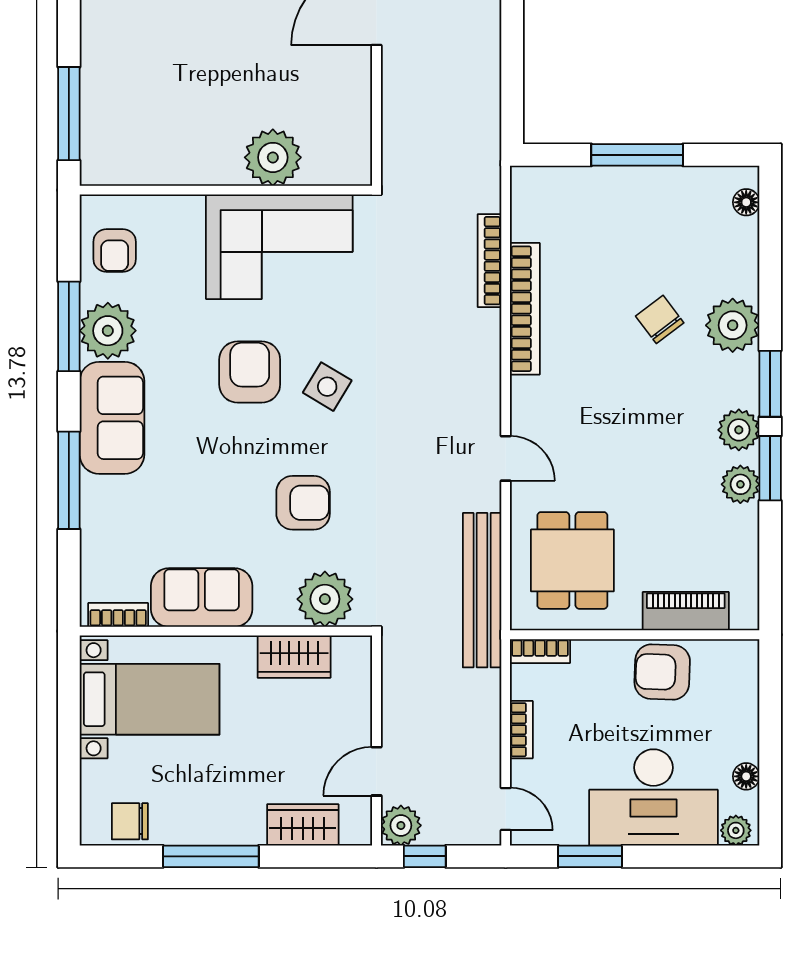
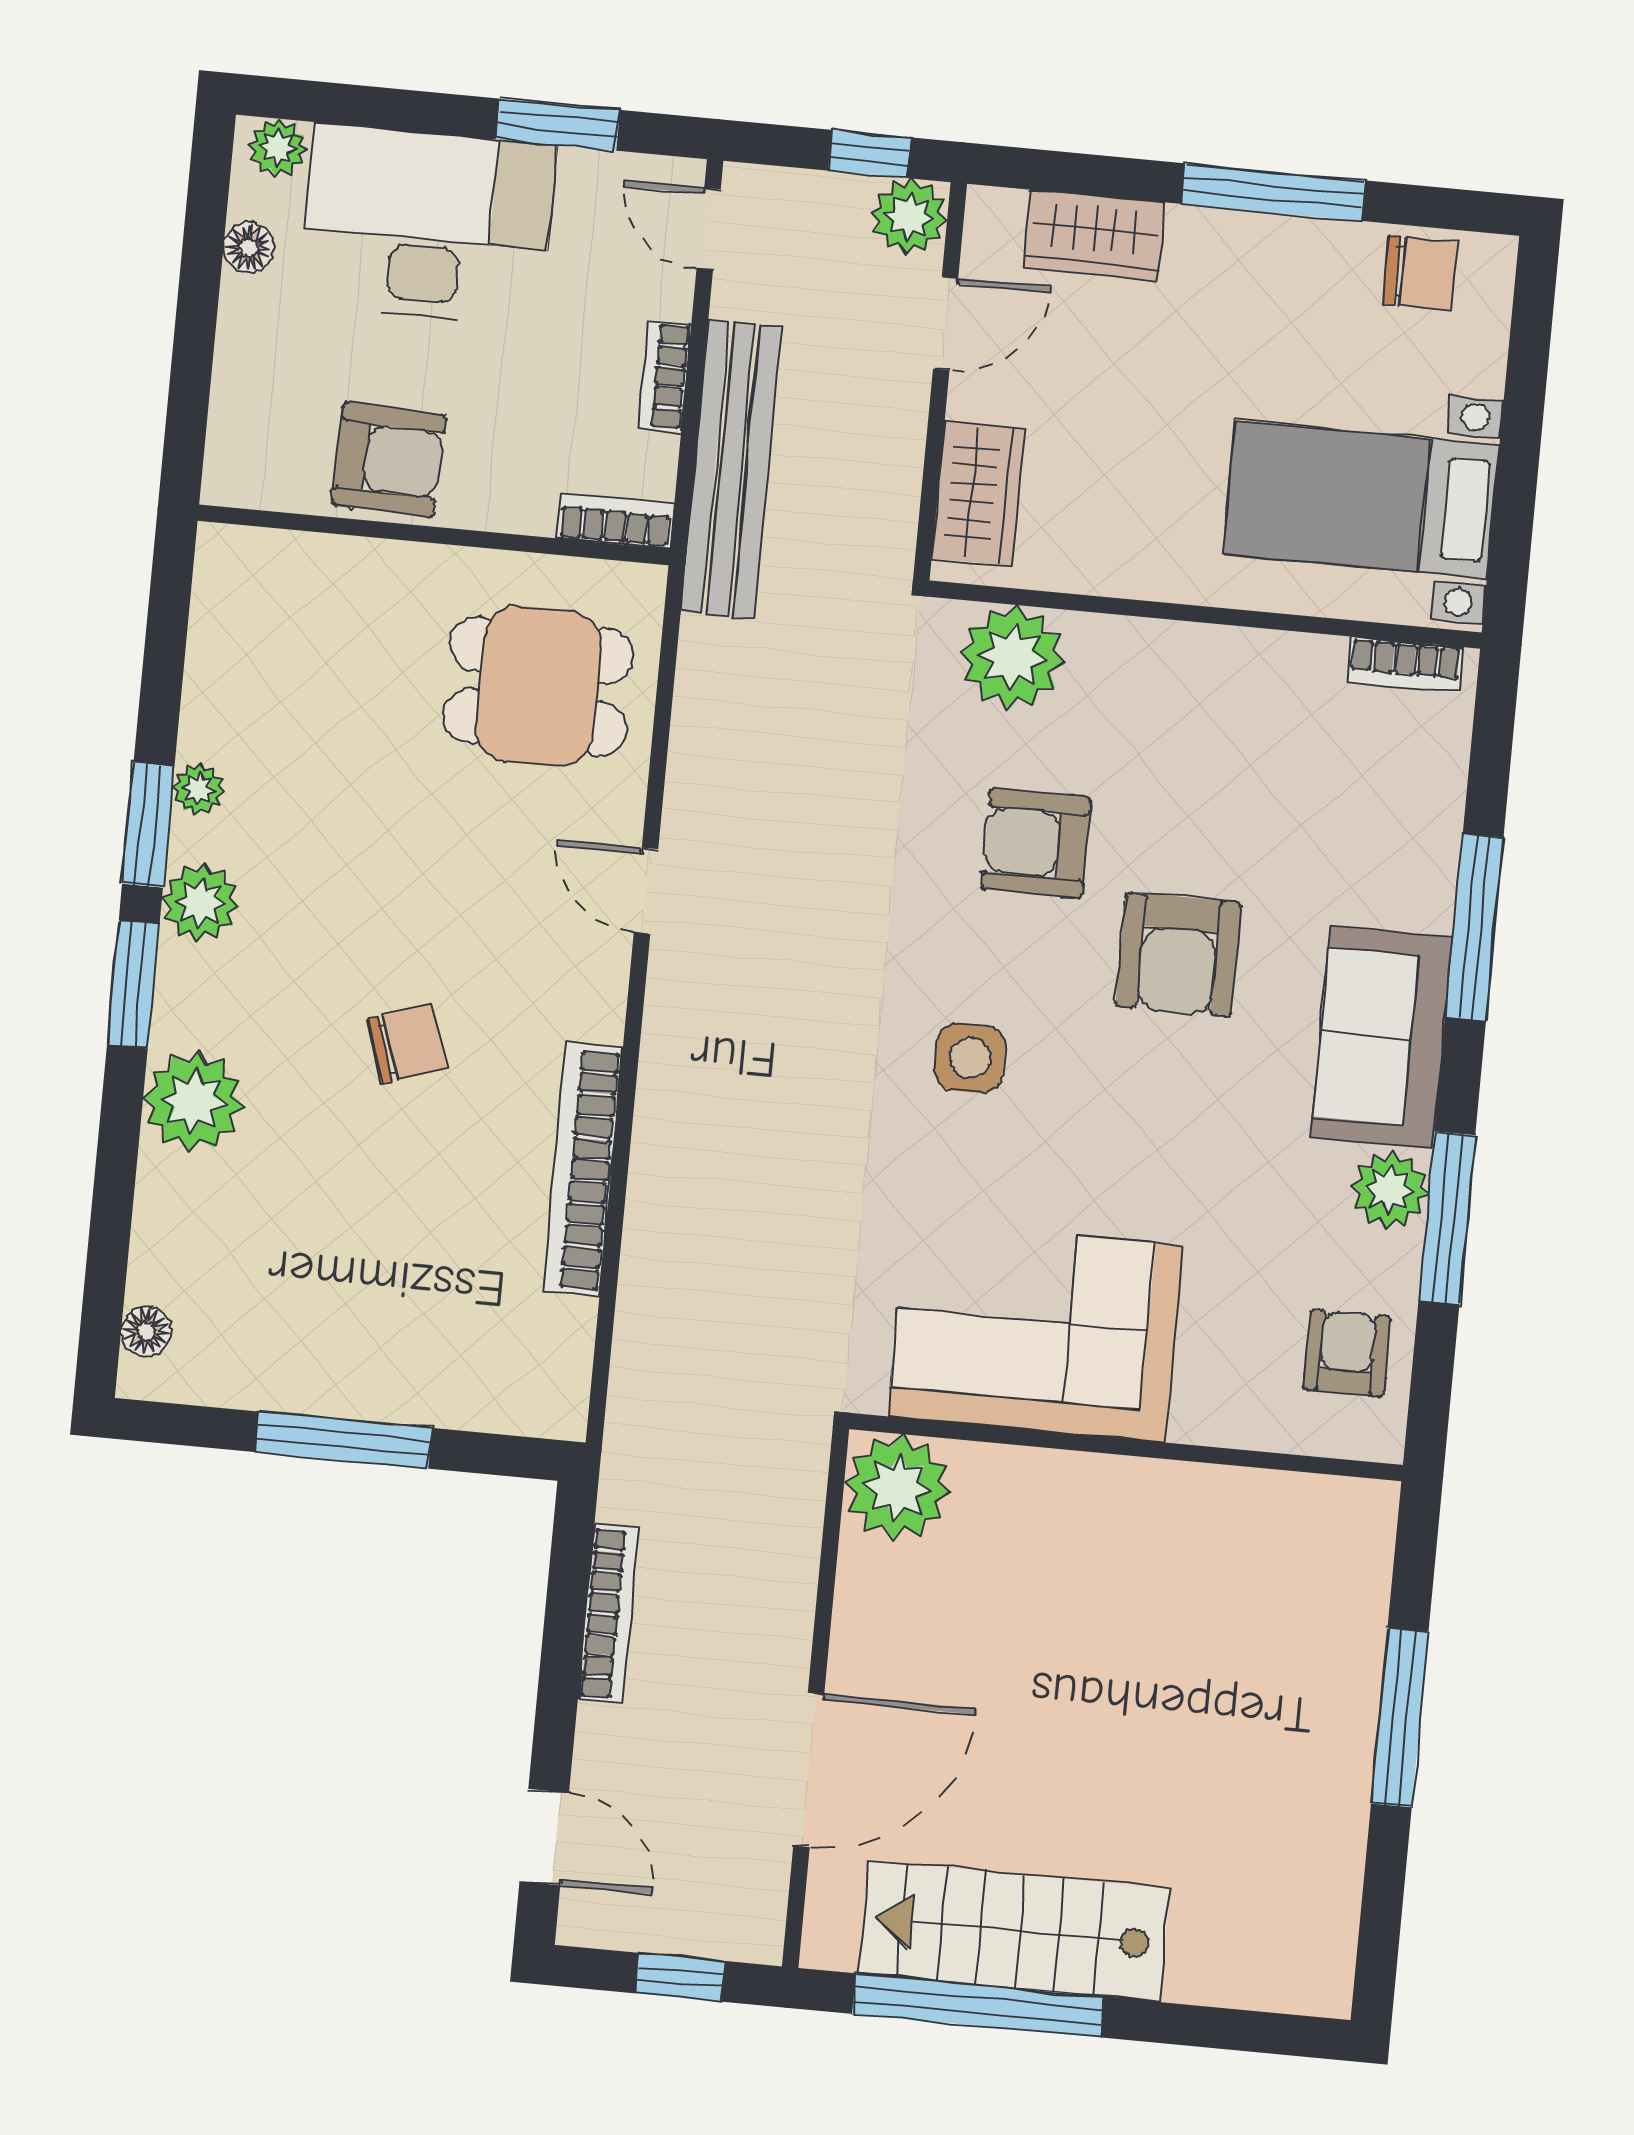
window: (69, 114) -> (1400, 1718), moved
plant: (273, 157) -> (898, 1488), moved
bookcase: (489, 261) -> (609, 1614), moved
chair: (660, 319) -> (407, 1044), moved, turned -72
plant: (108, 331) -> (1390, 1190), width x0.73, depth x0.73
armchair: (250, 372) -> (1178, 955), moved
side table: (327, 387) -> (970, 1058), turned -31
plant: (740, 484) -> (199, 789), width x0.73, depth x0.73
dining table: (572, 560) -> (538, 686), turned 90
bench: (482, 590) -> (731, 469), moved
sofa: (202, 598) -> (1245, 682), removed
piano: (686, 611) -> (333, 570), removed
wardrobe: (294, 657) -> (978, 493), moved, turned 90

